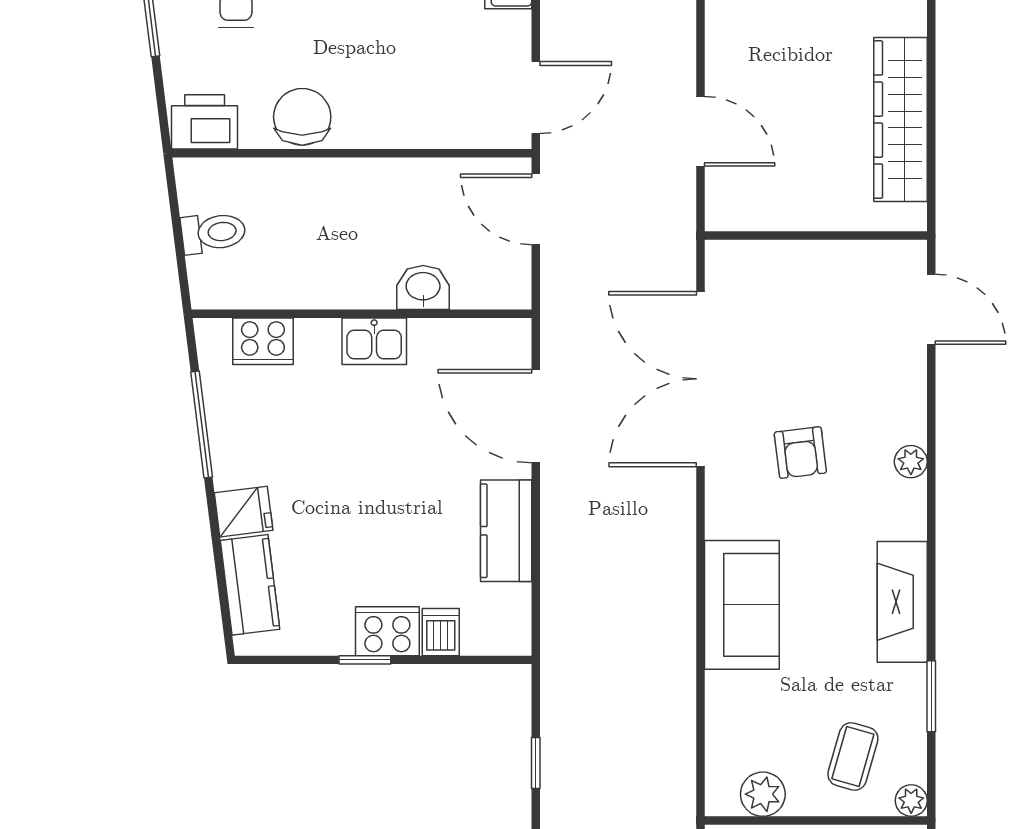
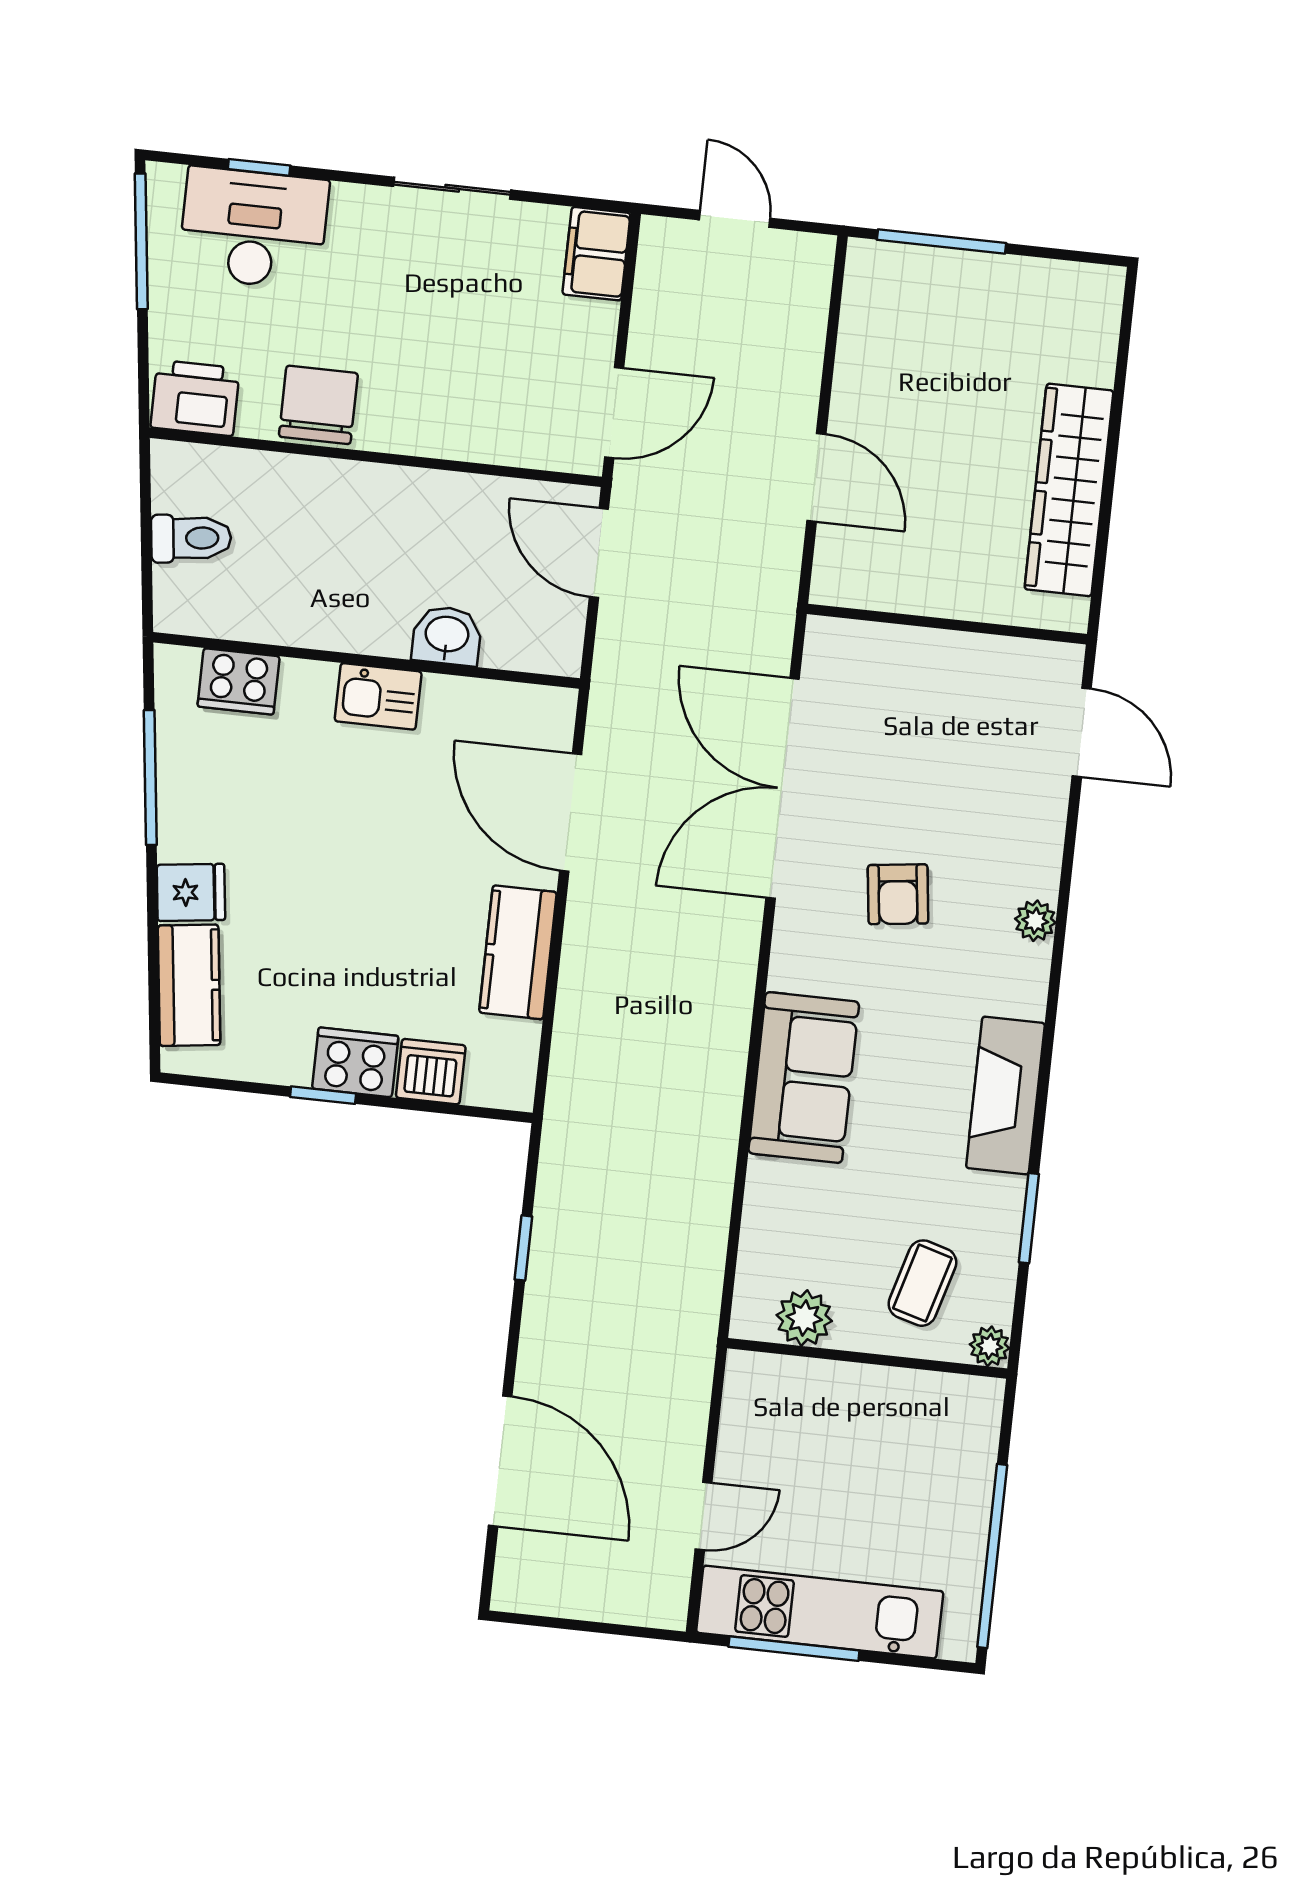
dishwasher: (441, 632) -> (431, 1072), width x1.38

